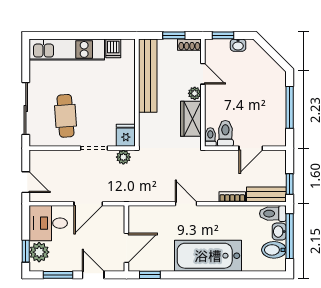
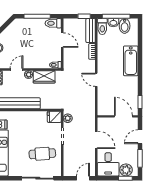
toilet: (225, 133) -> (53, 23), moved
door: (186, 204) -> (96, 80), hinge flipped
bathtub: (208, 256) -> (131, 61), width x0.73, depth x0.73

